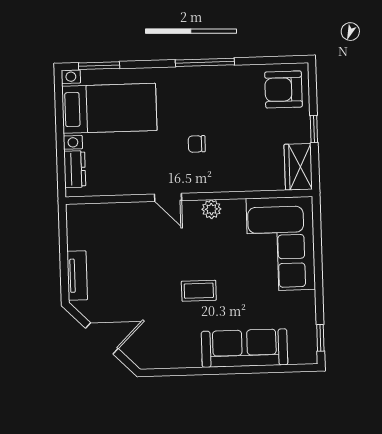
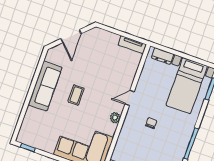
tv unit: (77, 276) -> (132, 45), moved
sofa: (245, 348) -> (45, 86), moved

